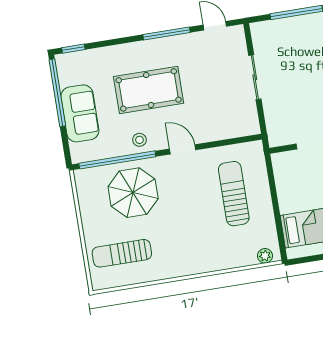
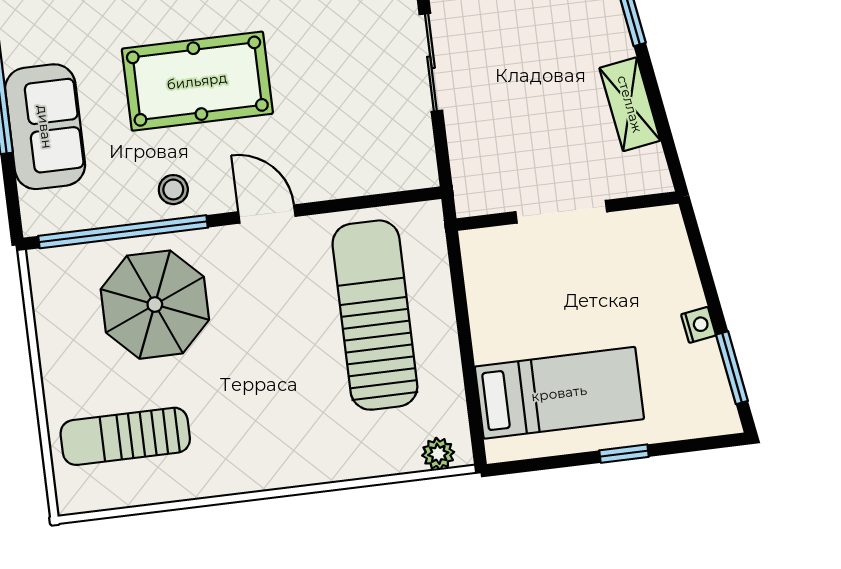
sun lounger: (234, 194) -> (375, 315), width x1.36, depth x1.34

